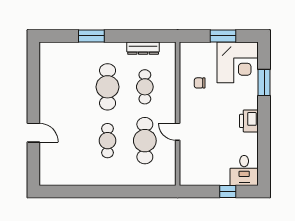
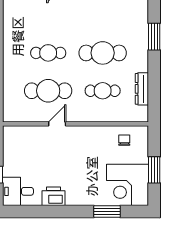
chair: (200, 83) -> (124, 140), moved
printer: (249, 121) -> (53, 196), moved

